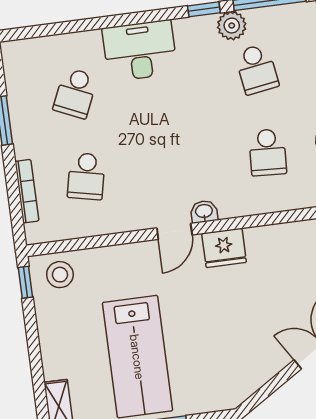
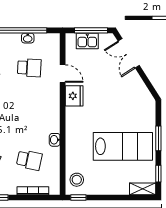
washbasin: (204, 212) -> (55, 140), moved
door: (174, 231) -> (63, 74), moved

